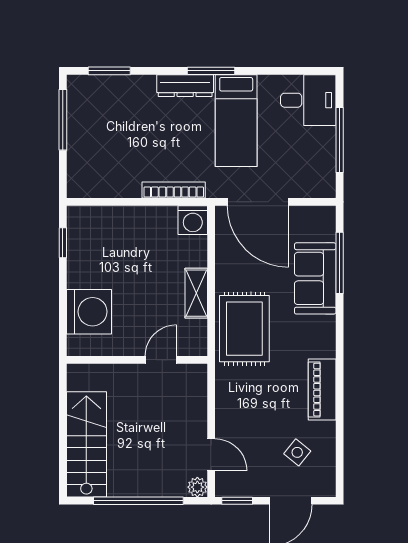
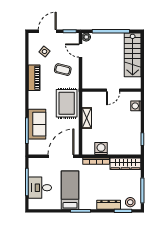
dresser: (185, 86) -> (109, 205), moved
stool: (92, 92) -> (130, 202), added
desk: (308, 100) -> (40, 188), moved
wardrobe: (104, 184) -> (125, 164), added
door: (258, 202) -> (61, 156), hinge flipped
washing machine: (193, 220) -> (101, 149), moved
washing machine: (89, 312) -> (136, 106), width x0.53, depth x0.53
door: (161, 360) -> (113, 90), moved
coffee table: (254, 409) -> (63, 70), added

